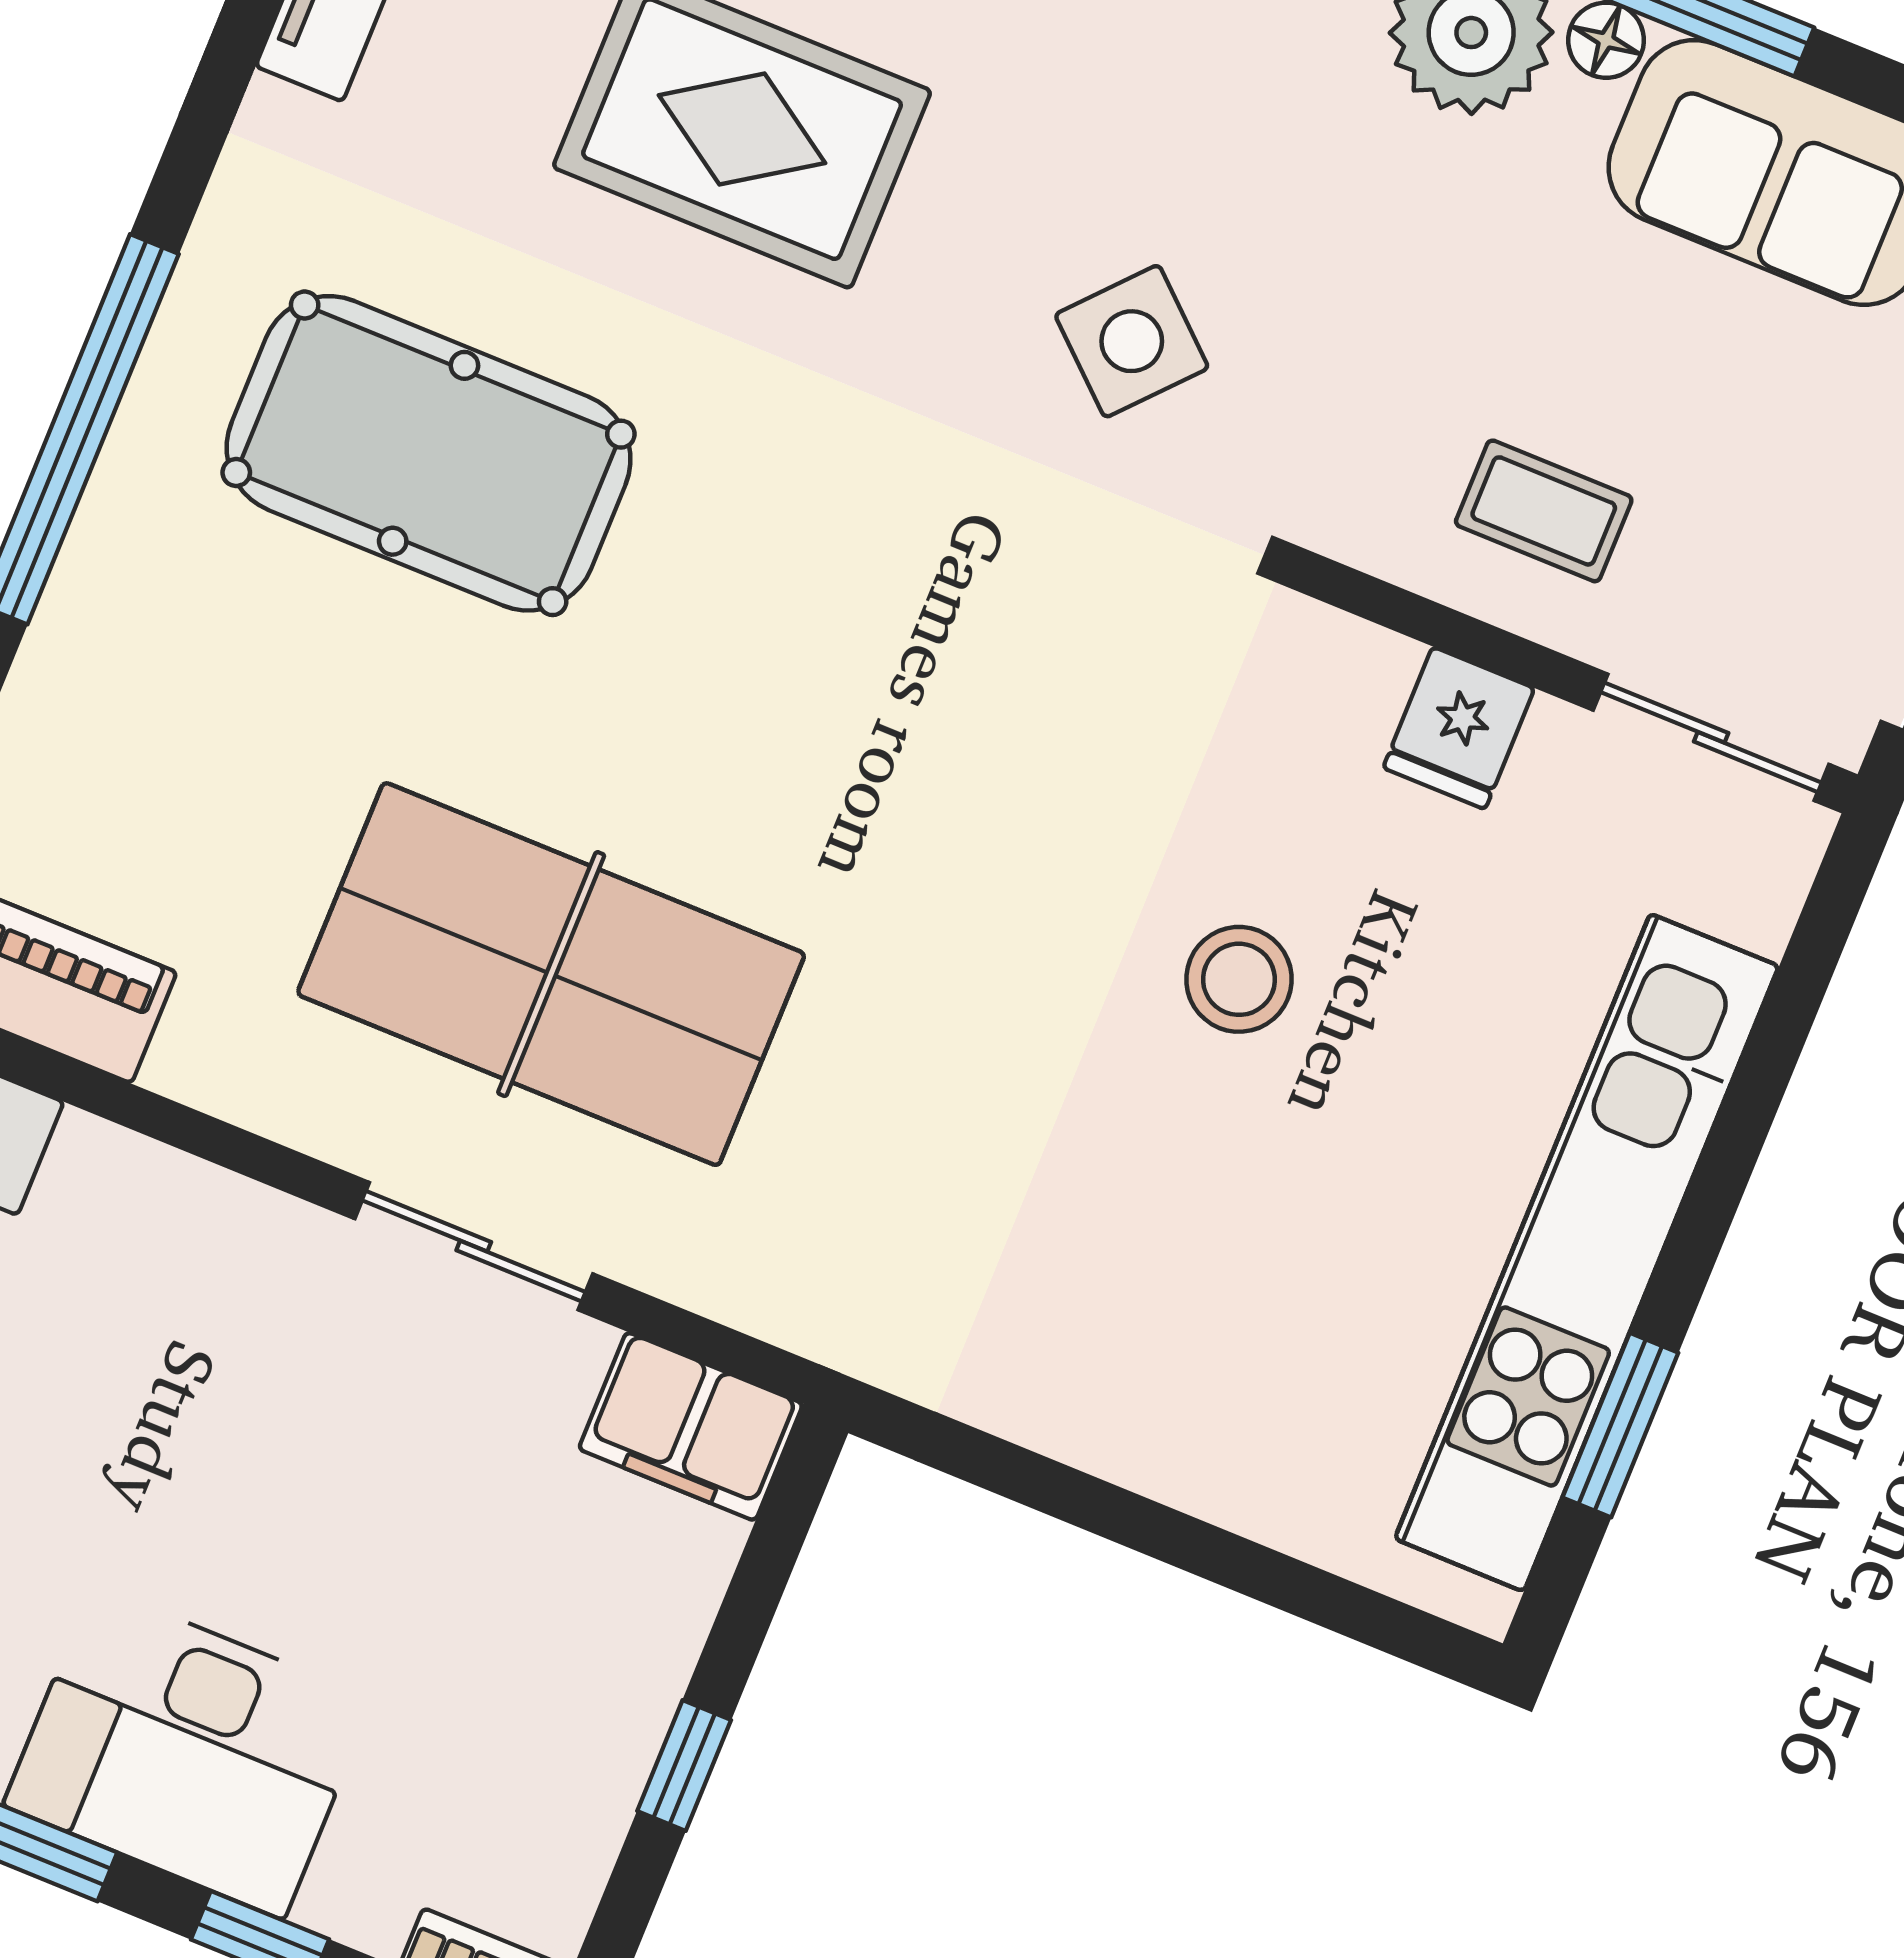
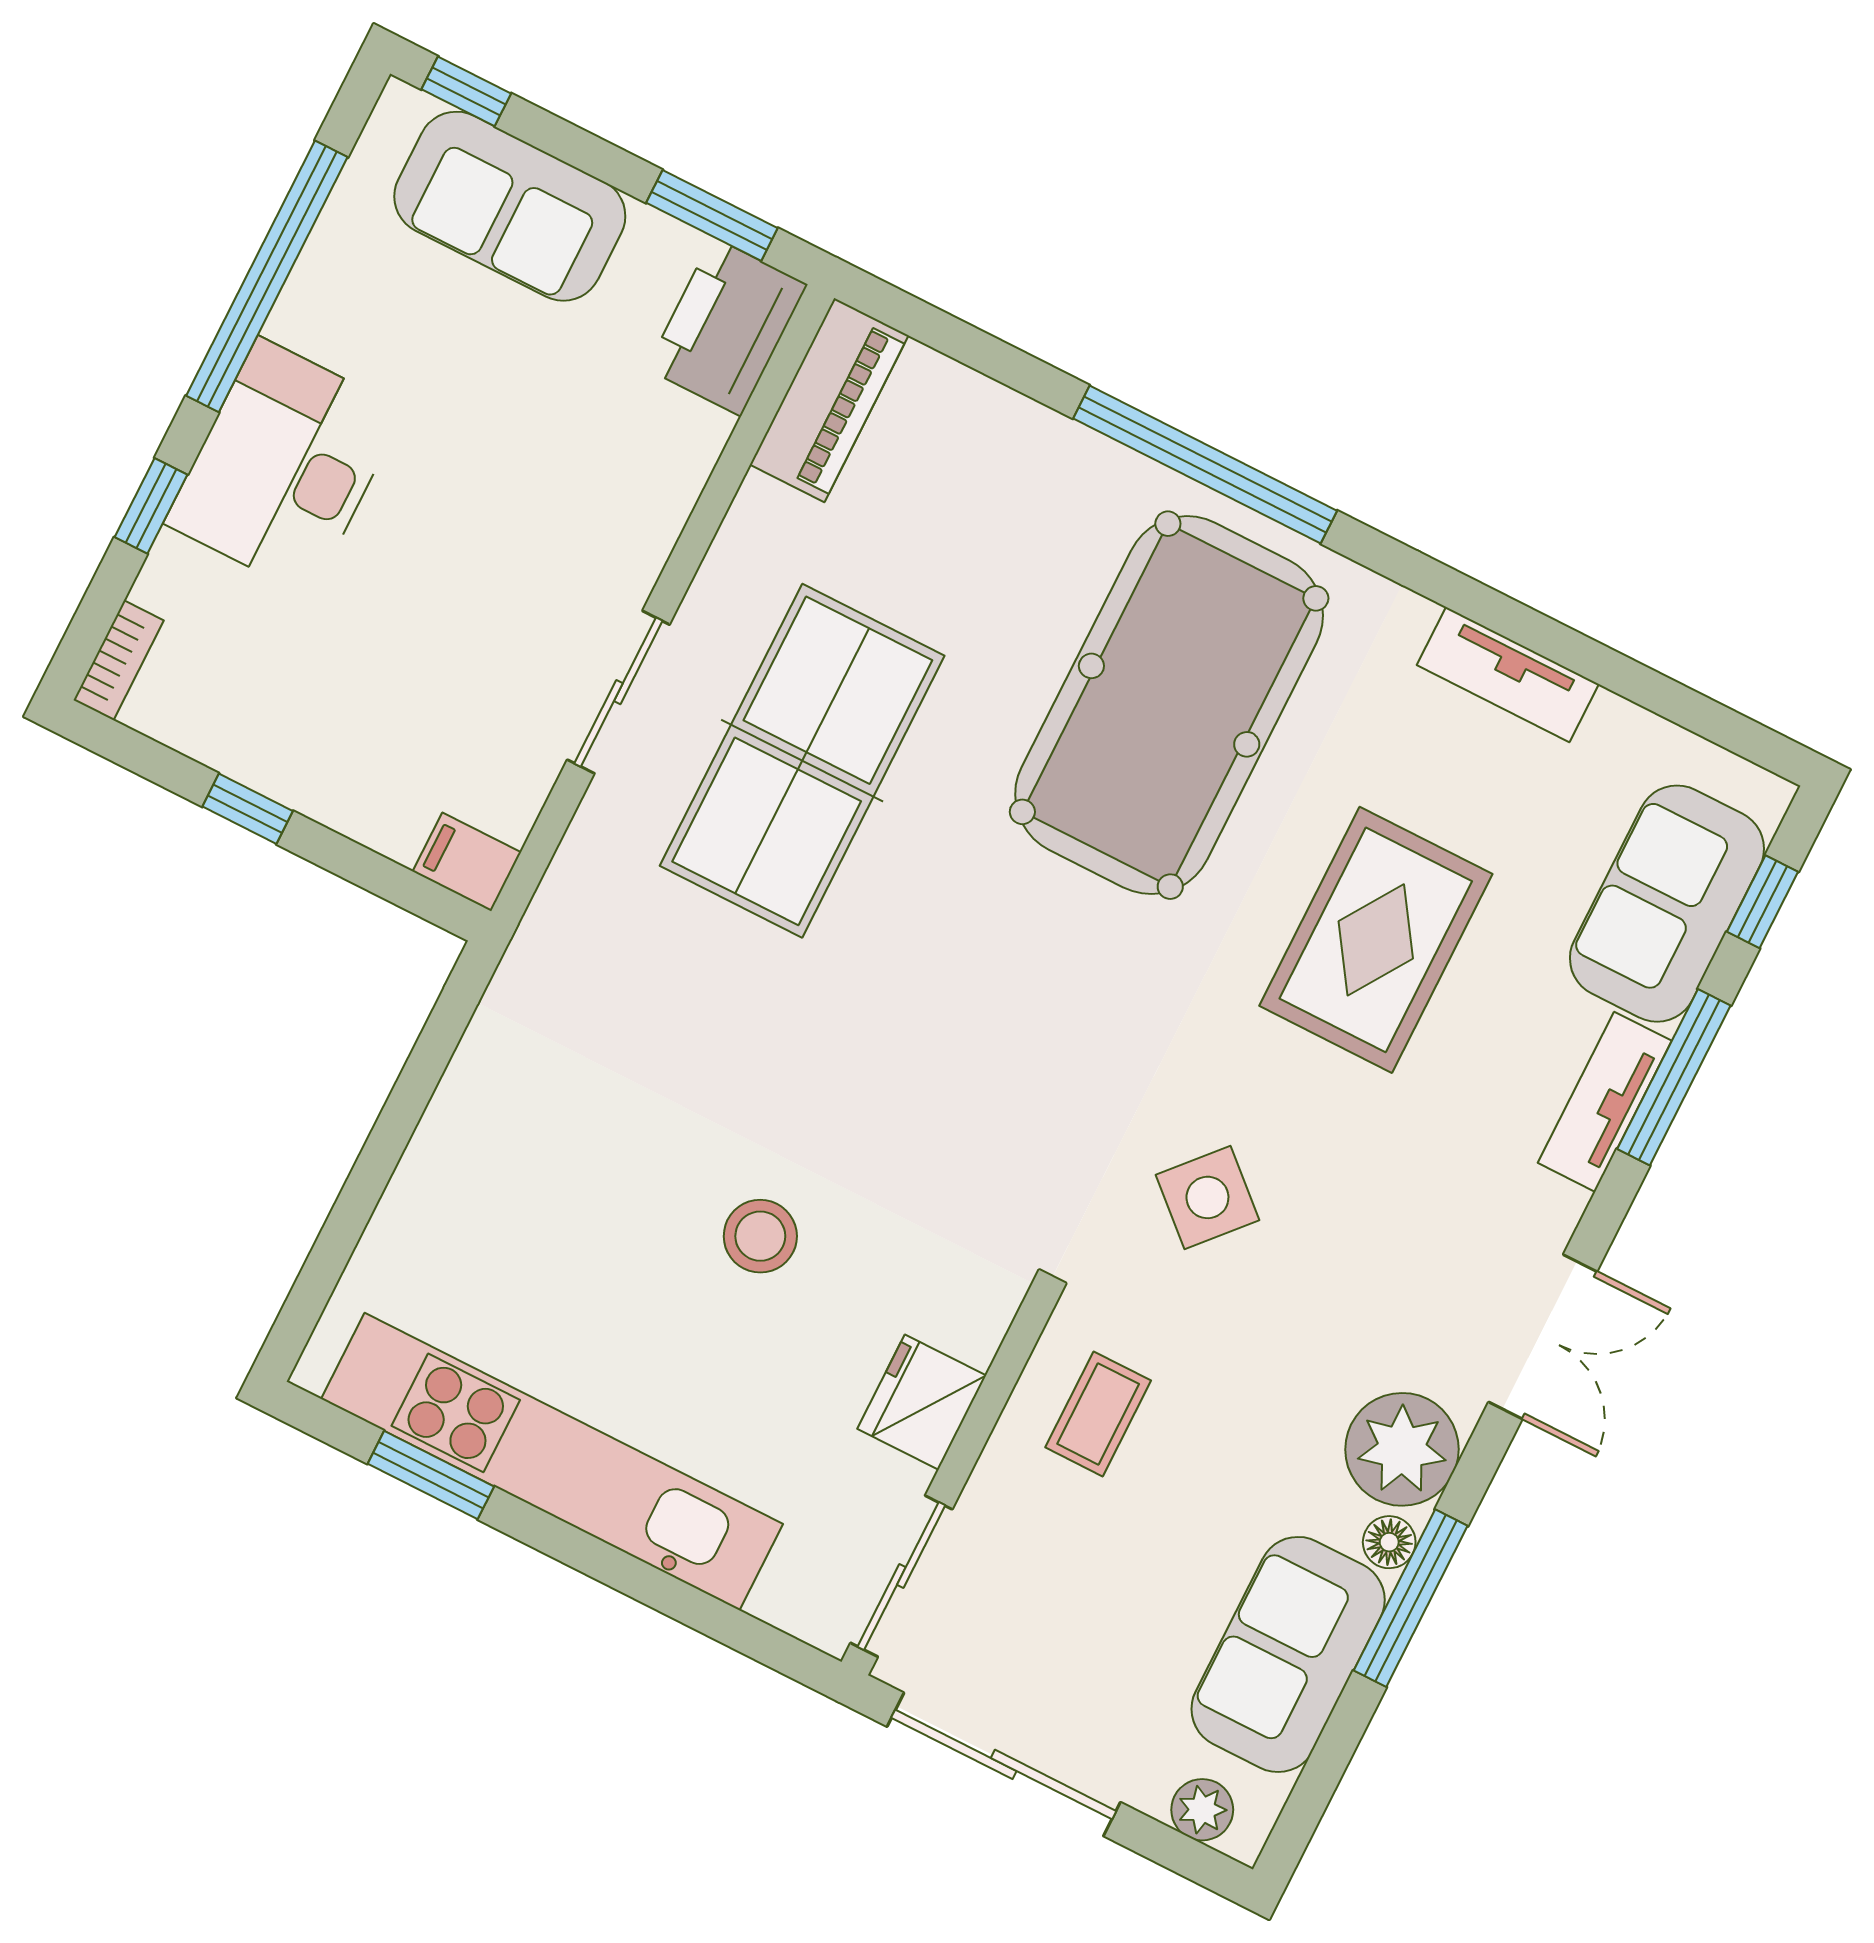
pool table: (429, 453) -> (1169, 705), width x1.36, depth x1.32
coffee table: (1544, 511) -> (1098, 1414), moved
fridge: (1459, 728) -> (922, 1402), width x1.38
filing cabinet: (691, 1426) -> (467, 862), width x0.50

